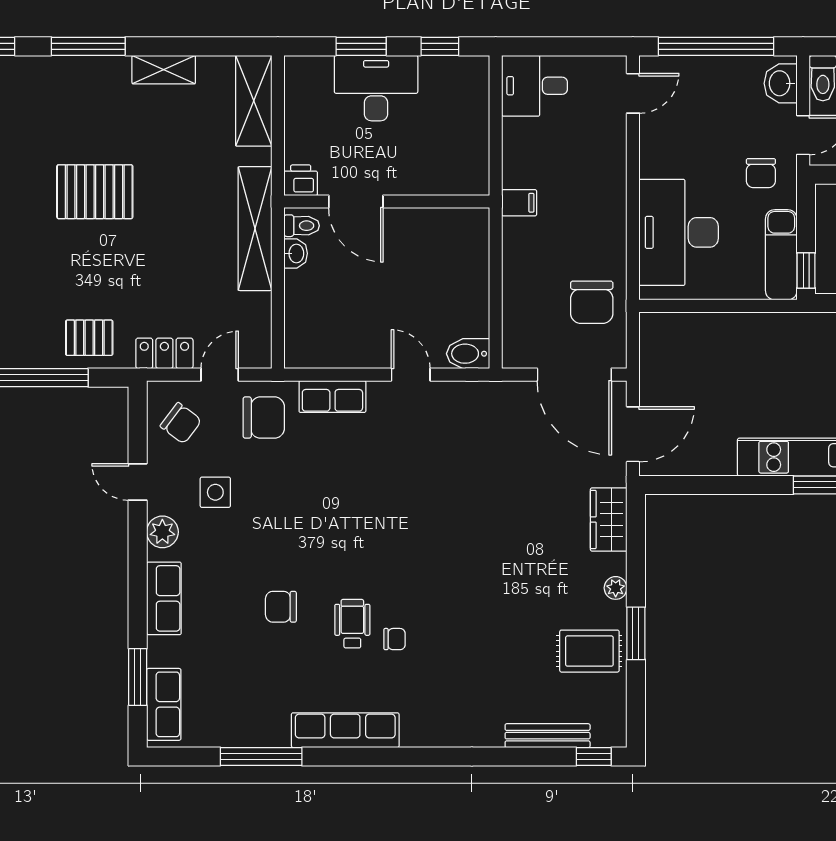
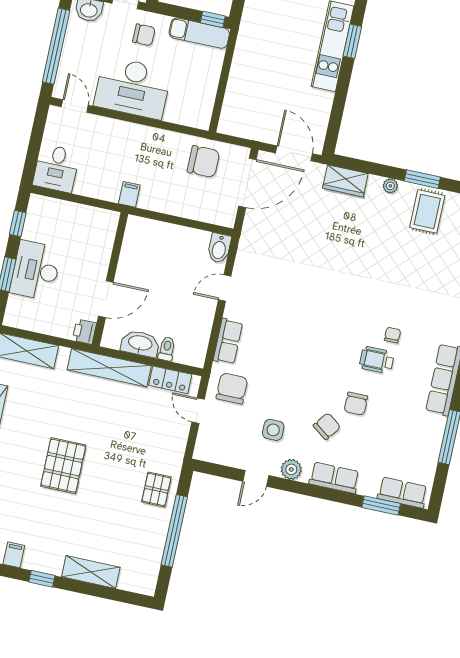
toilet: (302, 226) -> (167, 349), moved
desk: (679, 232) -> (133, 88), moved
washbasin: (296, 253) -> (140, 344), width x1.91, depth x1.45
locker: (164, 353) -> (170, 380), moved, turned -90
chair: (181, 423) -> (327, 426), moved

